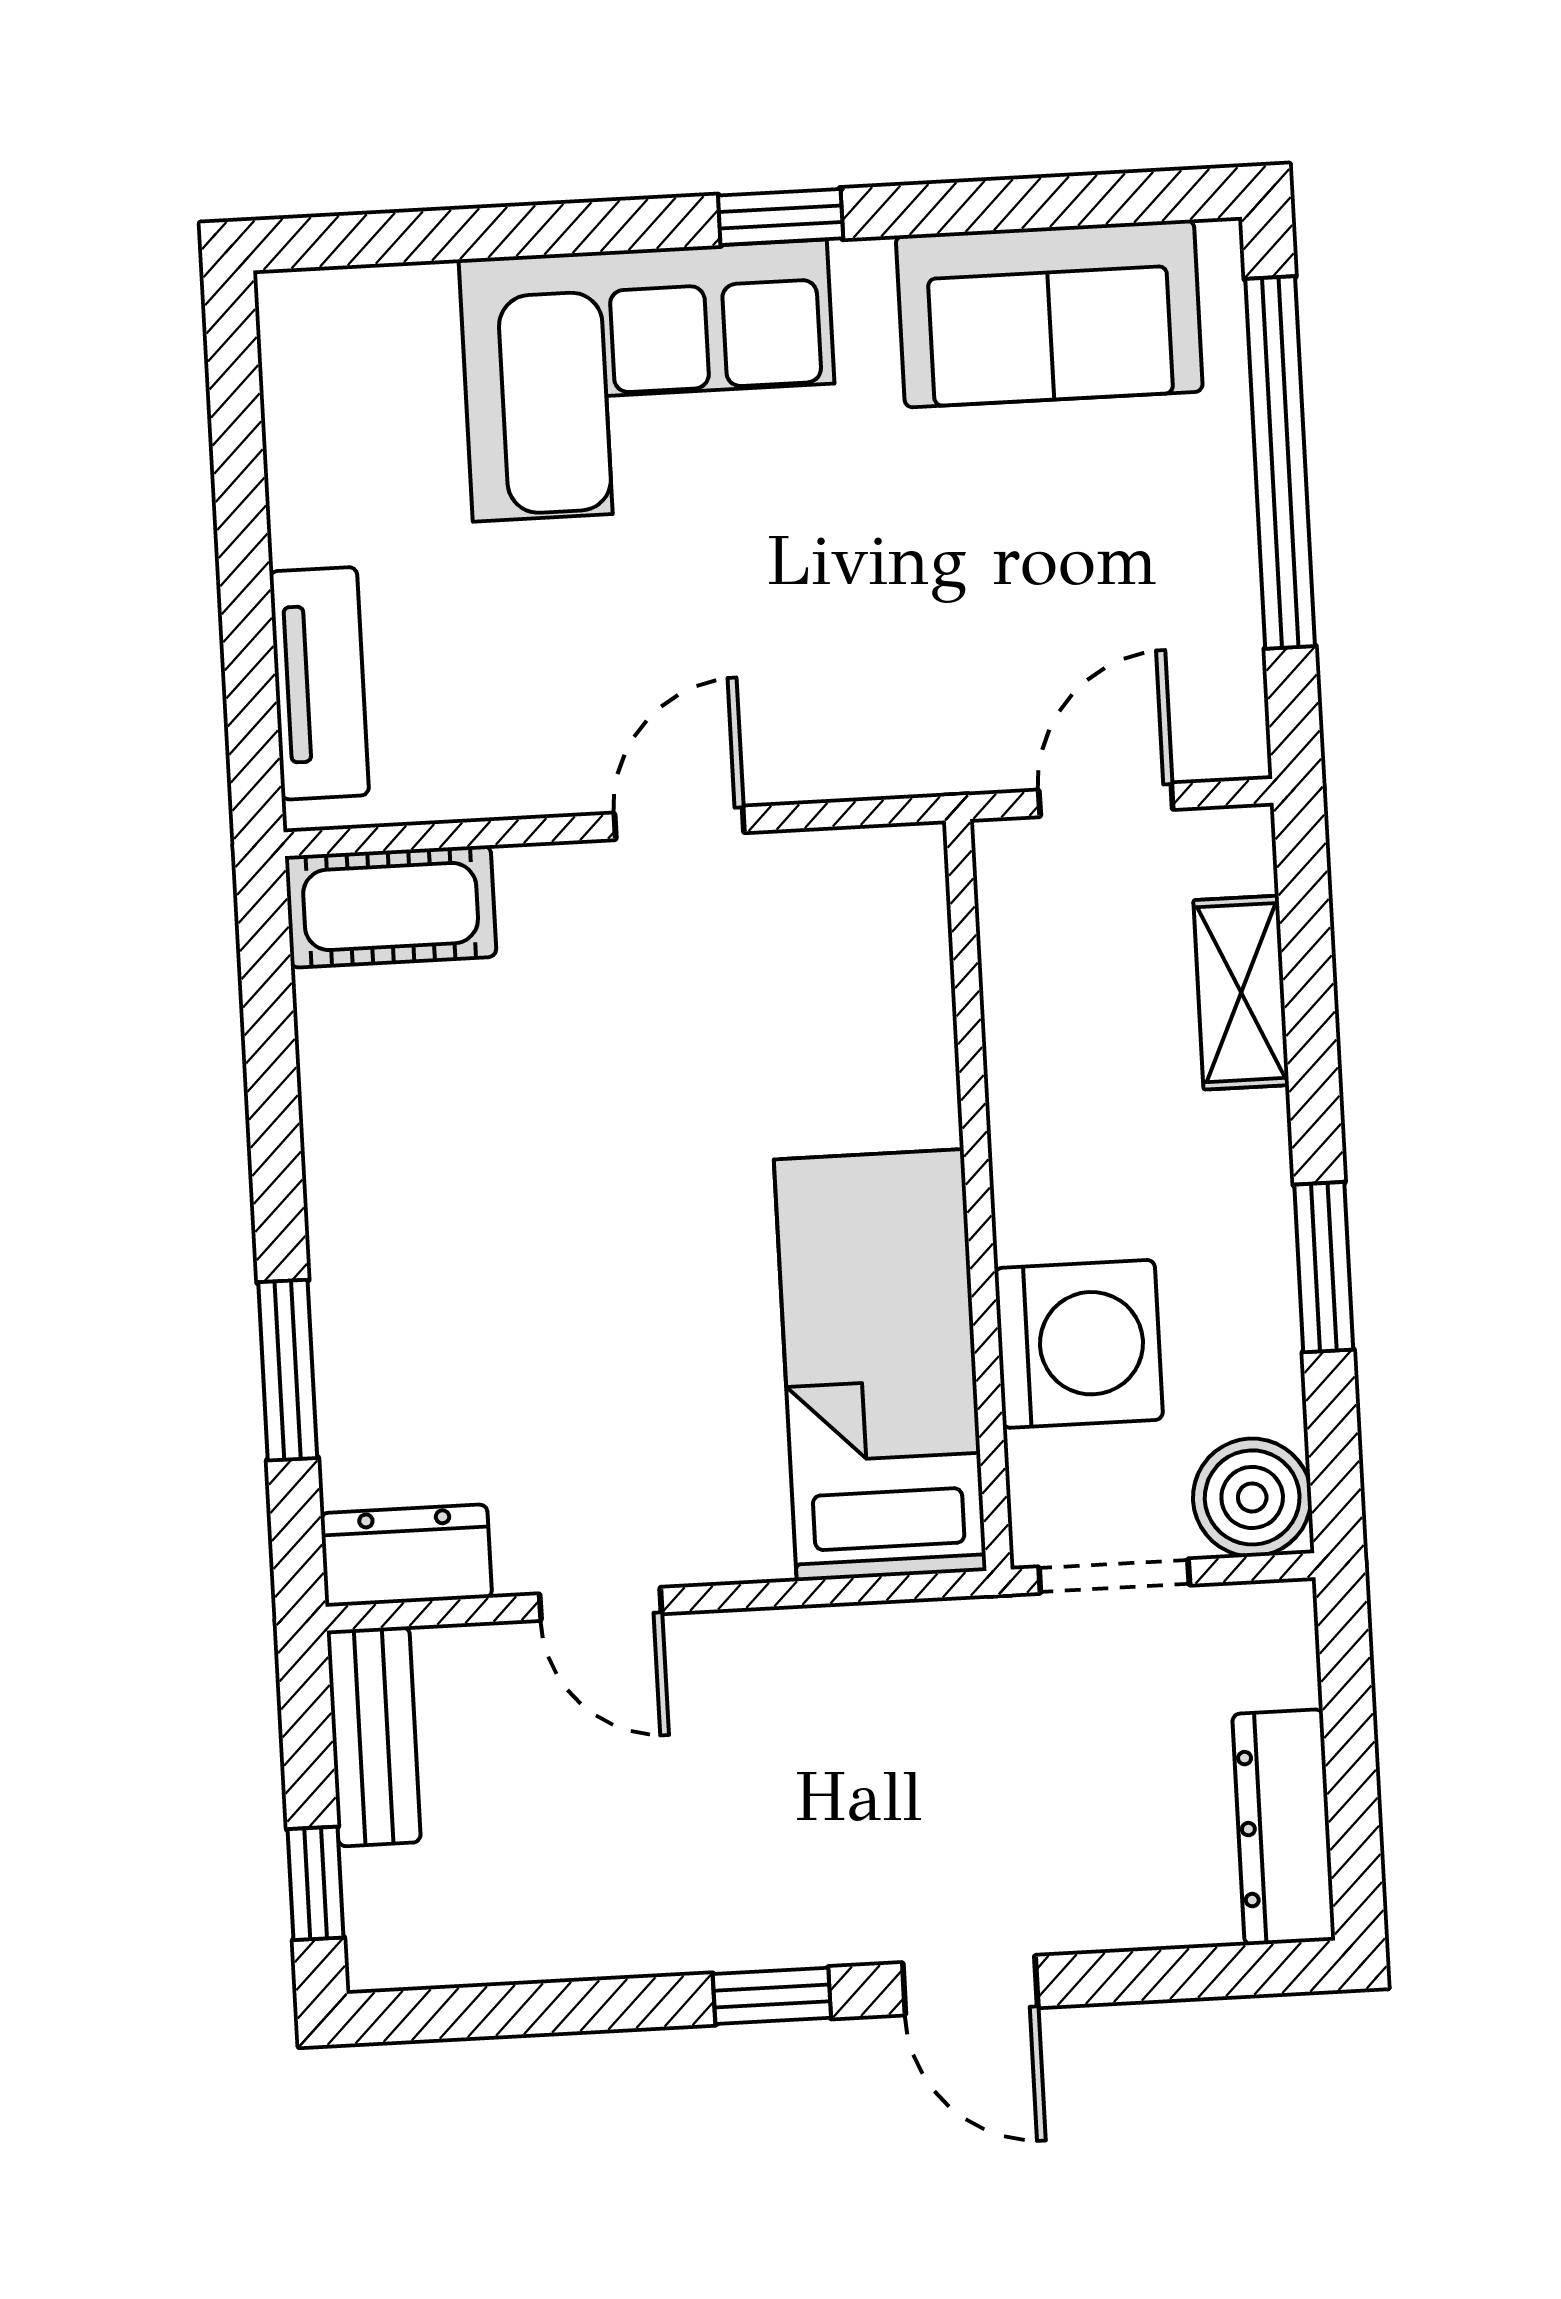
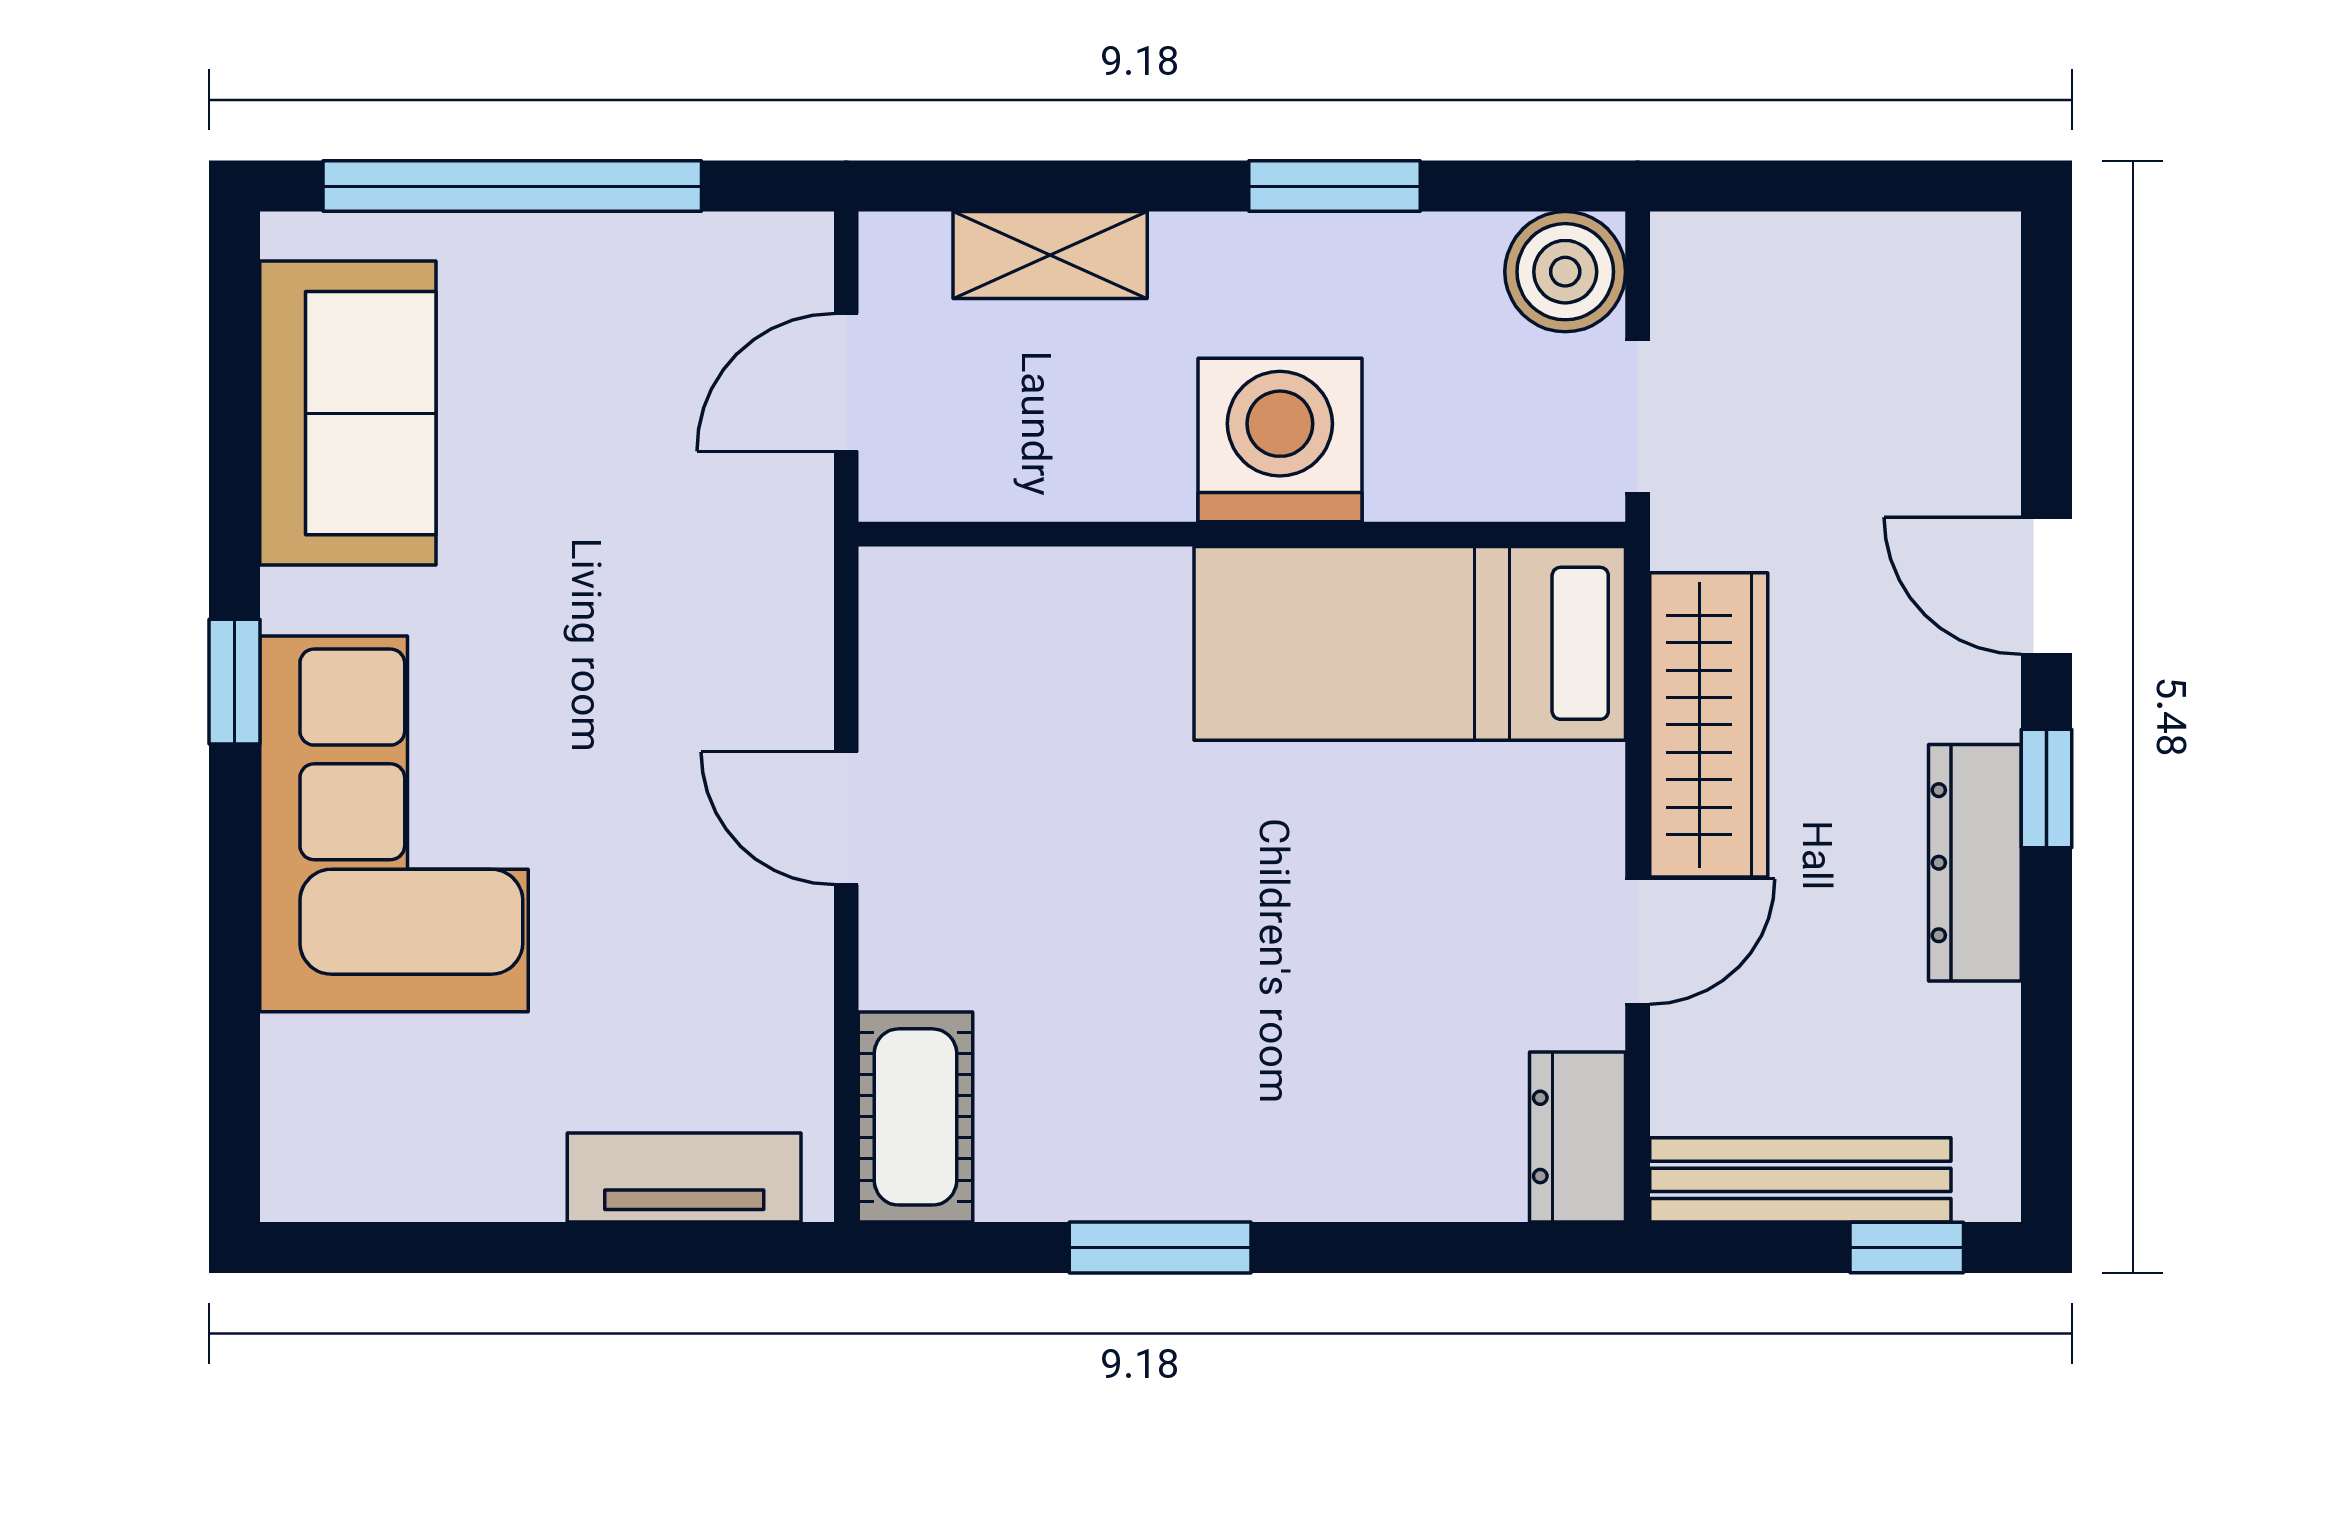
door: (1106, 800) -> (846, 382), hinge flipped
washing machine: (1079, 1344) -> (1280, 440), moved
window: (288, 1370) -> (1160, 1247), moved
wardrobe: (816, 1662) -> (1709, 725), added
bench: (374, 1736) -> (1800, 1180), width x1.36
dresser: (1284, 1827) -> (1975, 863), moved, turned 90
door: (970, 1985) -> (2047, 586), swing flipped

